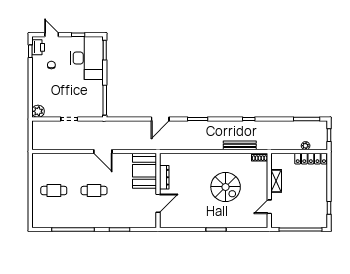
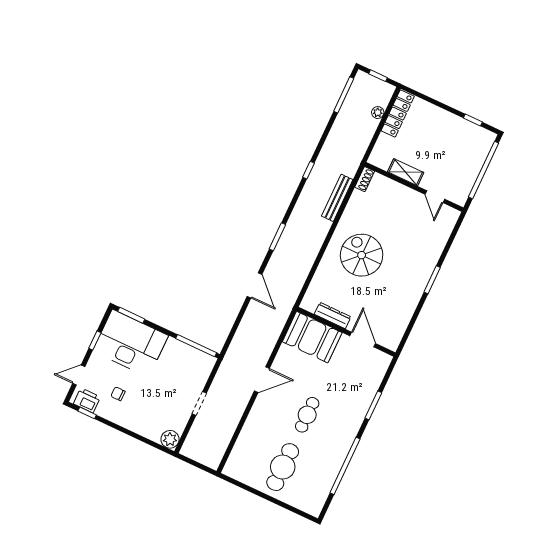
spiral stairs: (226, 187) -> (362, 255), moved, turned -90
cafe table: (54, 191) -> (283, 467), width x1.37, depth x1.35

